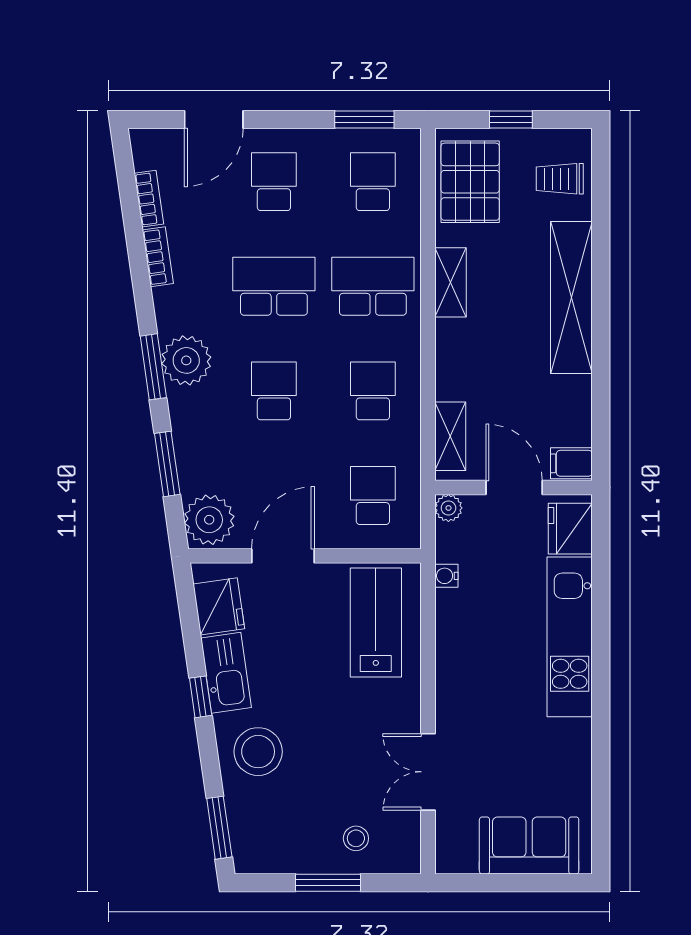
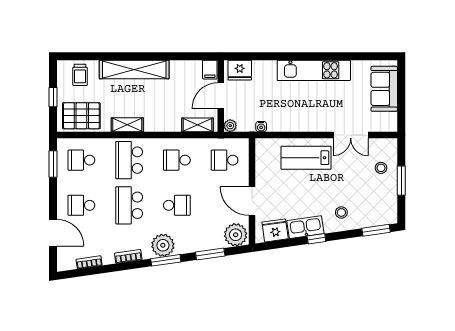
bookcase: (158, 257) -> (128, 256), moved
school desk: (274, 391) -> (177, 205), turned 180
lab bench: (376, 623) -> (306, 158), moved
kitchen unit: (570, 637) -> (314, 70), moved
stool: (258, 752) -> (341, 212), width x0.53, depth x0.53

